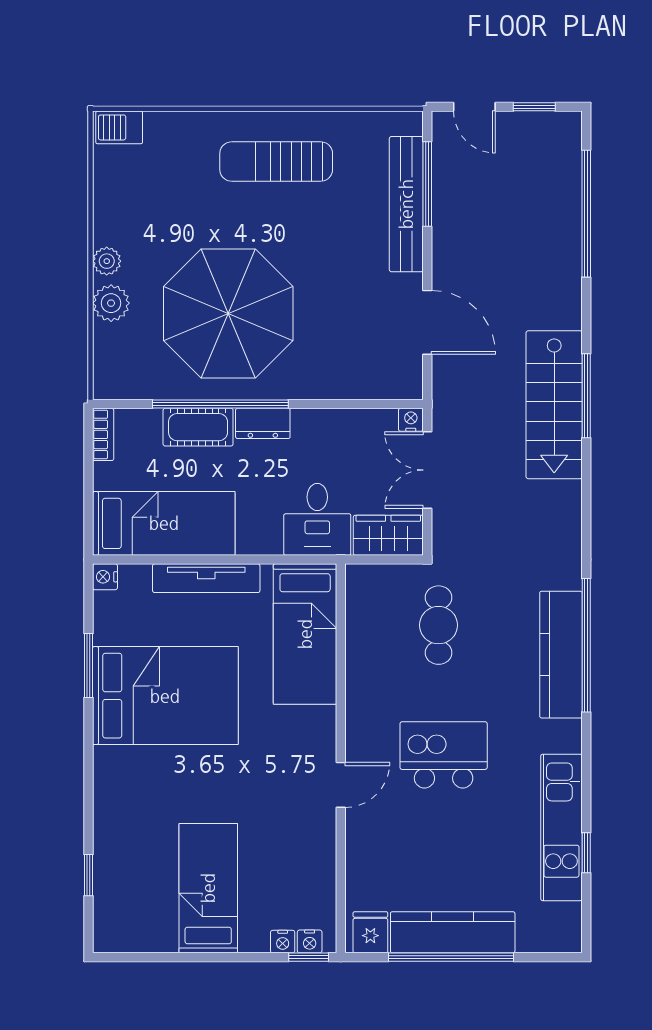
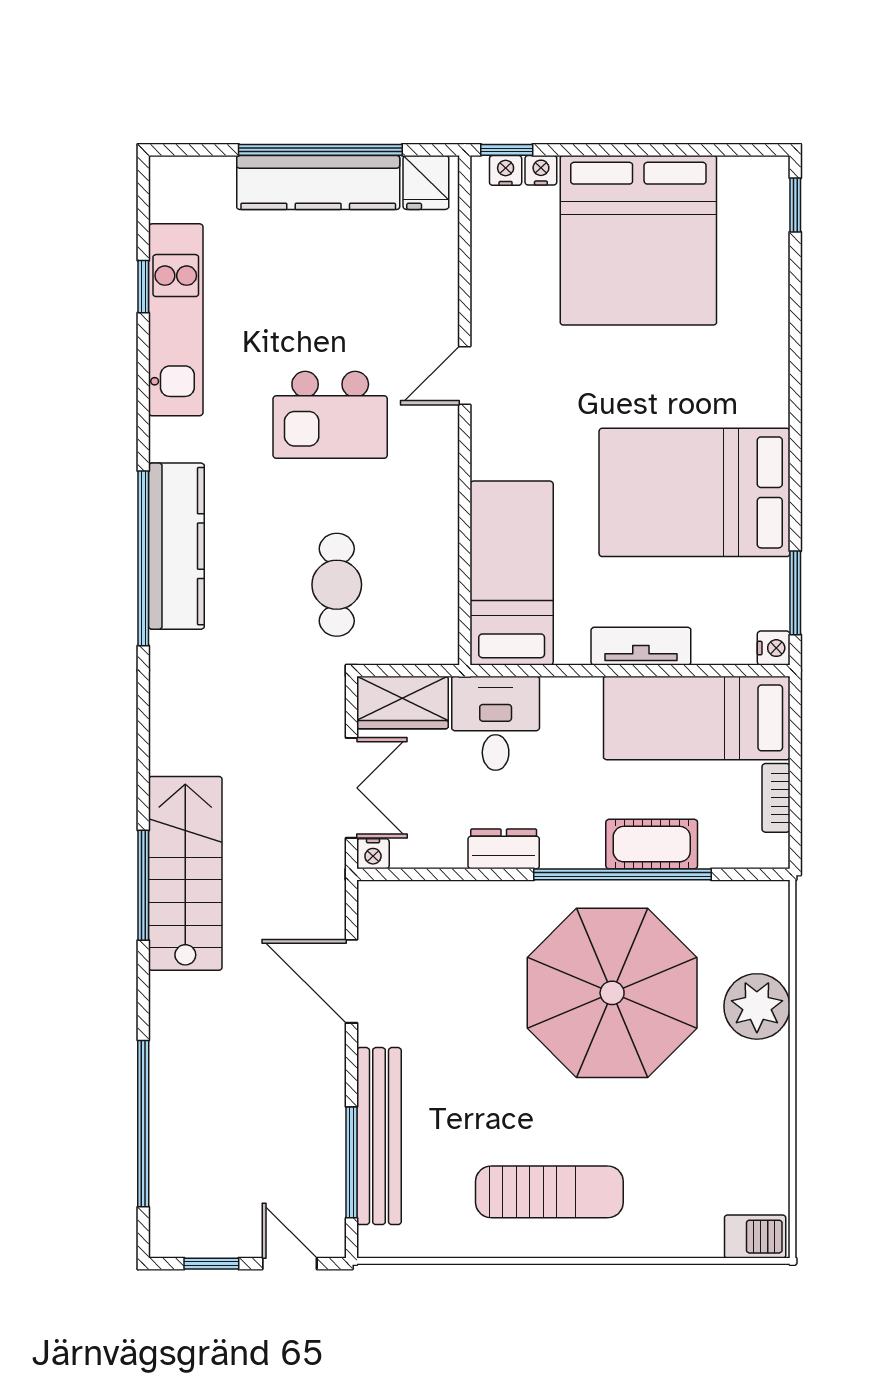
plant: (107, 261) -> (771, 1061), removed
plant: (111, 303) -> (757, 1006), width x1.36, depth x1.36
dresser: (263, 423) -> (504, 849), moved
bookcase: (103, 434) -> (776, 798), moved
tv unit: (206, 578) -> (641, 646), width x0.71
window: (88, 666) -> (795, 593), moved
window: (88, 875) -> (795, 205), moved
bed: (208, 888) -> (638, 240), width x2.04

